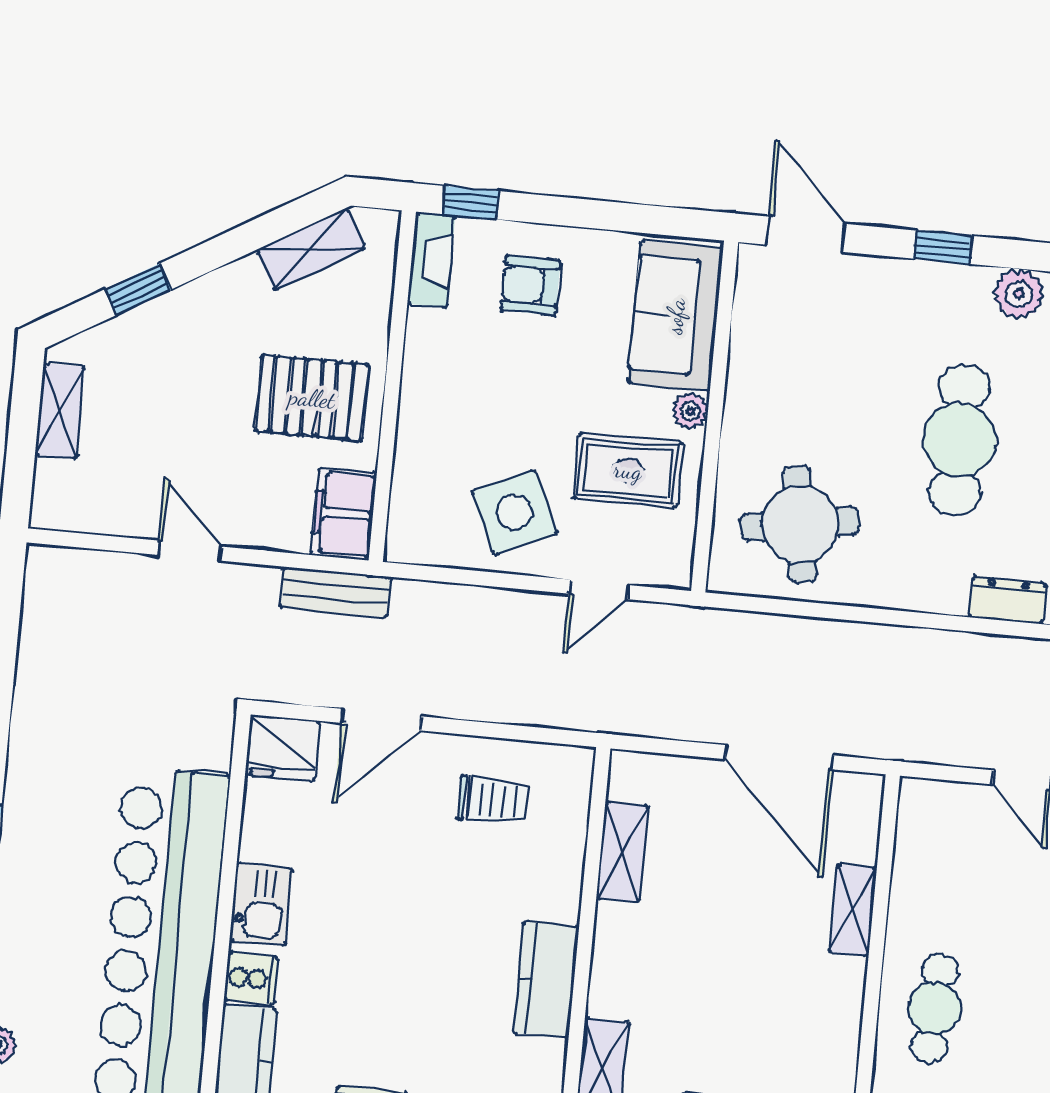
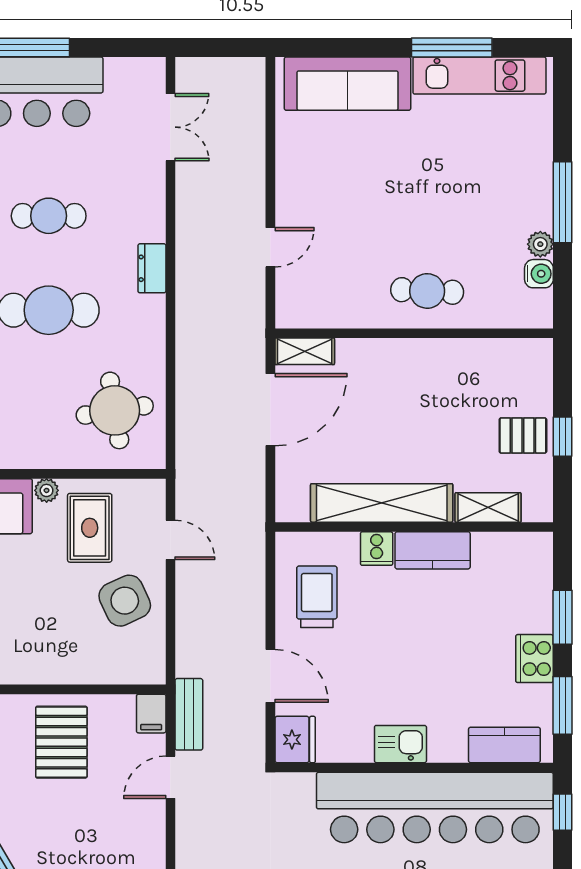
filing cabinet: (344, 514) -> (151, 714), width x0.50
door: (190, 551) -> (170, 777), moved
trolley: (493, 800) -> (317, 597), width x1.36, depth x1.39
shelving: (622, 852) -> (382, 503), width x2.20, depth x1.33
shelving: (853, 910) -> (305, 351), moved
cooker: (251, 979) -> (377, 549), moved, turned 180

